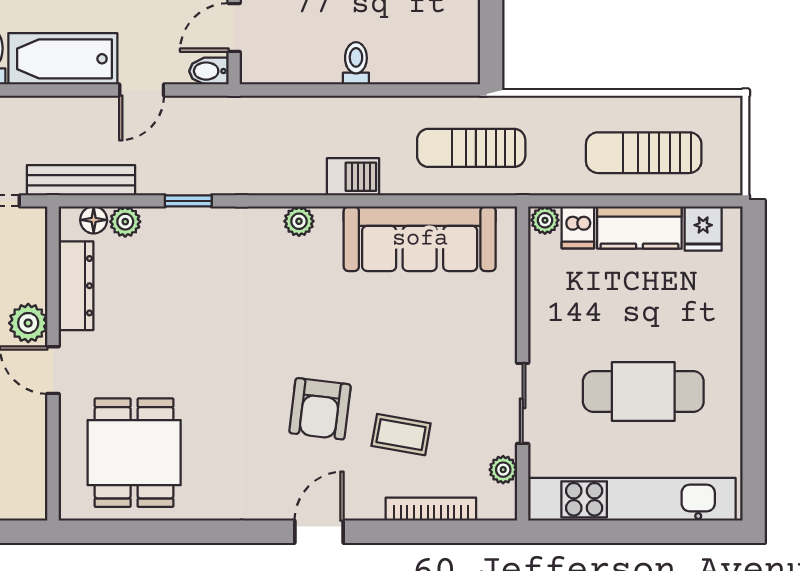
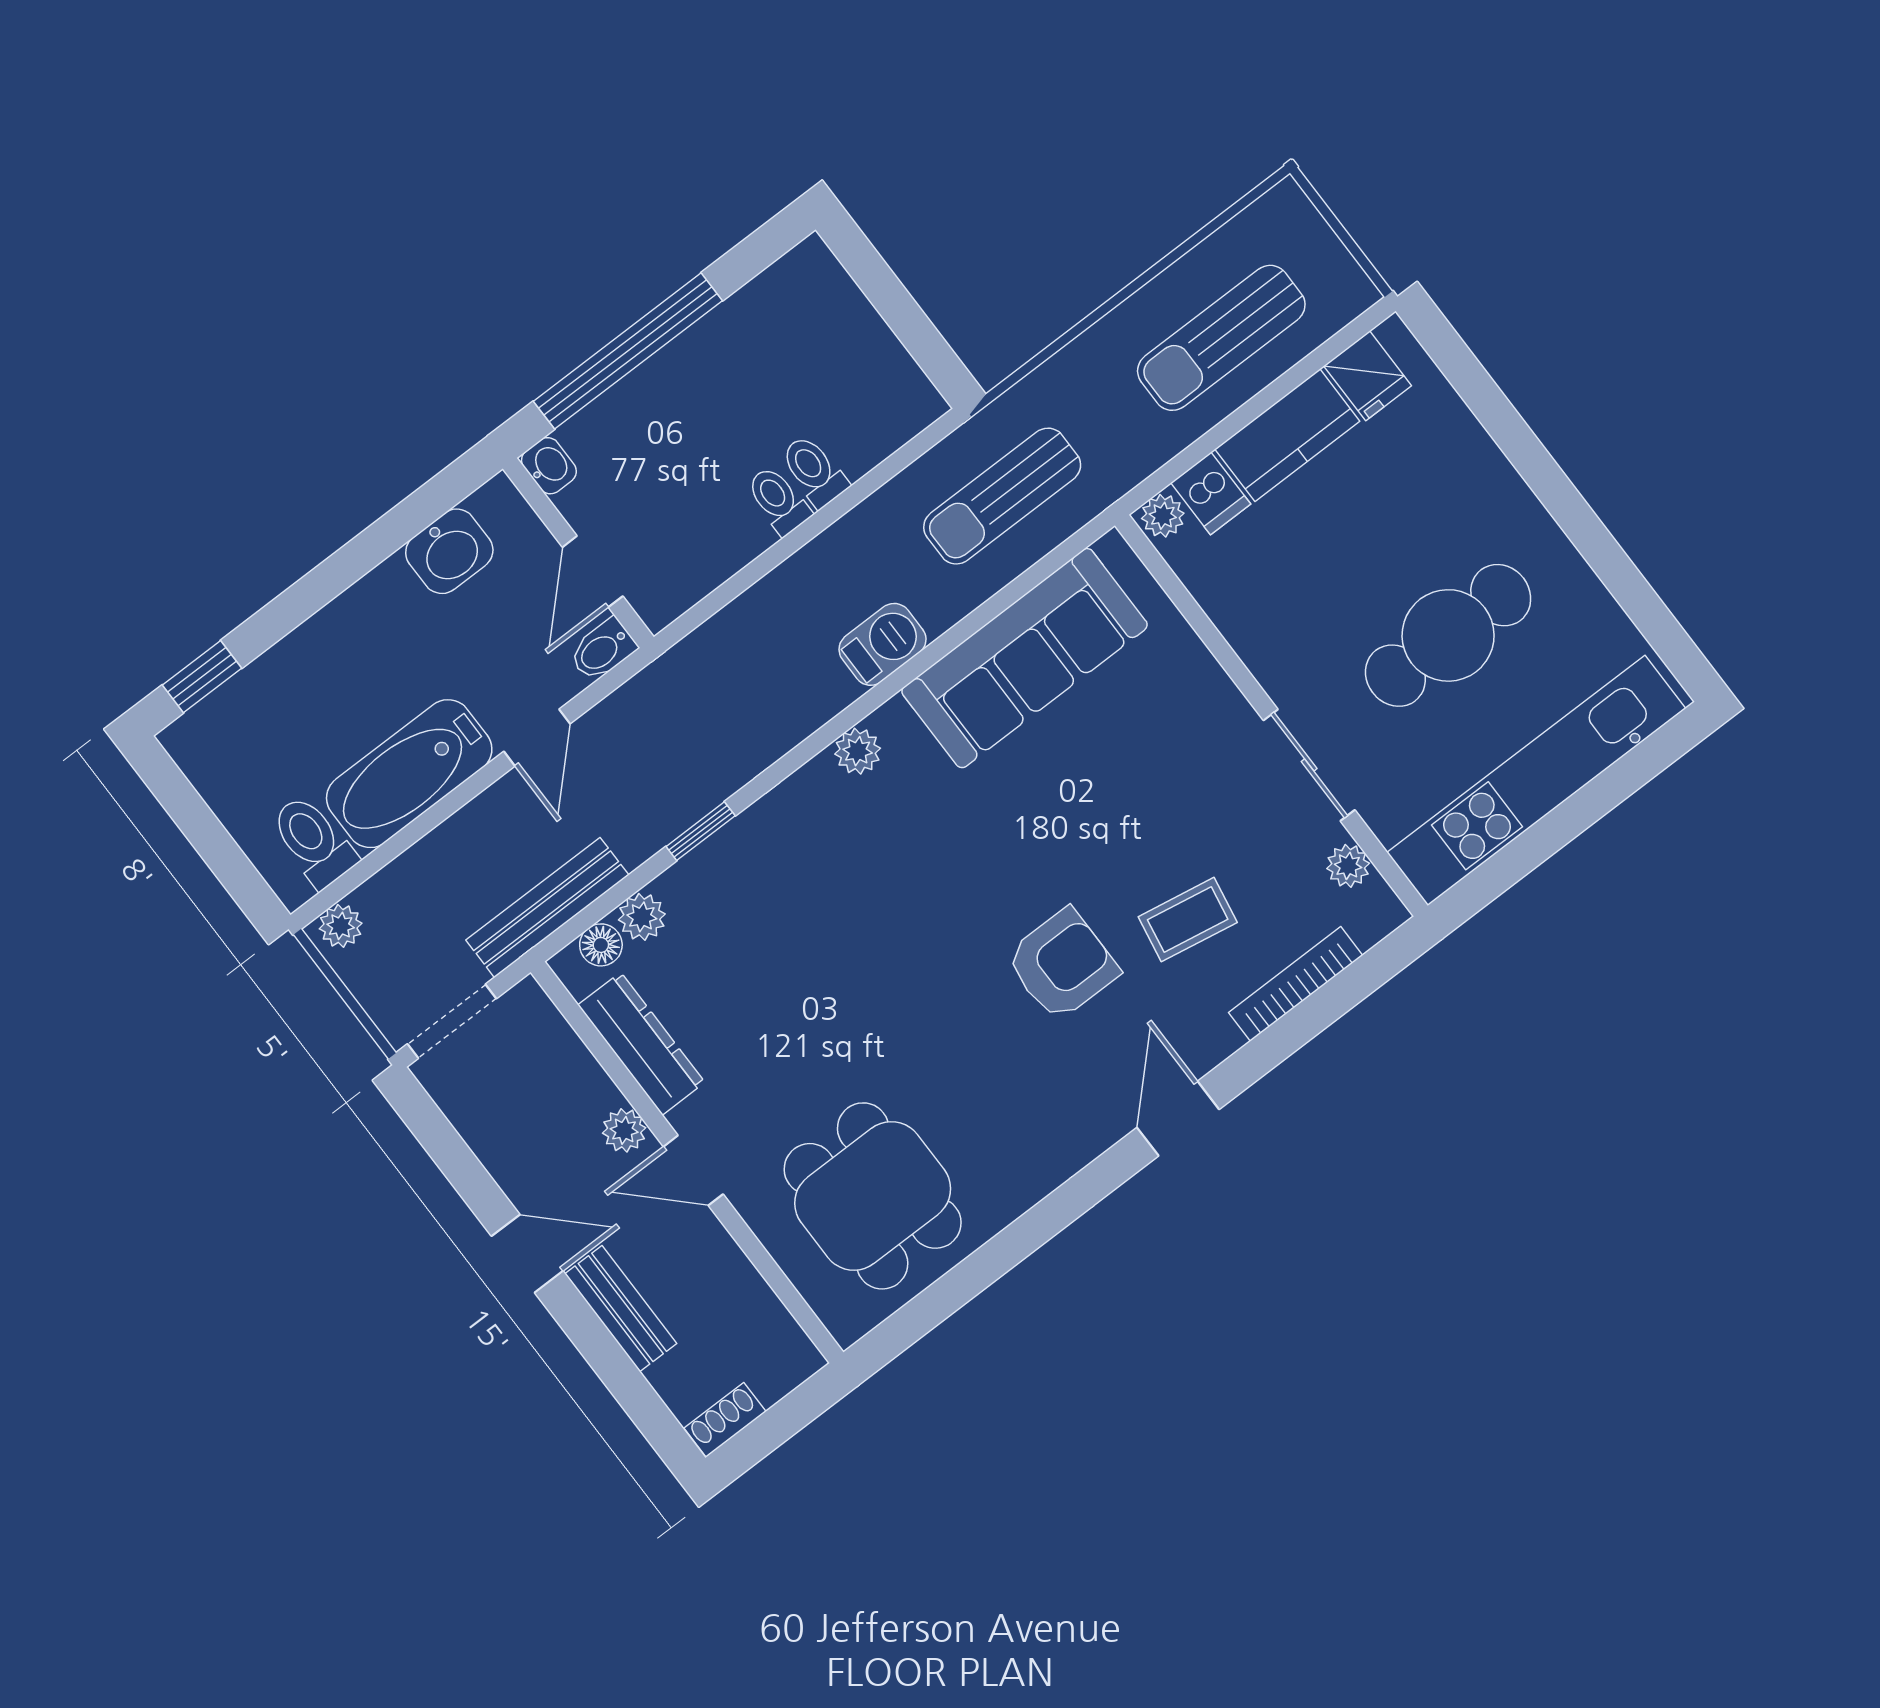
toilet: (386, 62) -> (814, 471), added
plant: (28, 323) -> (624, 1130), width x0.73, depth x0.73
armchair: (320, 409) -> (1062, 965), turned -97

